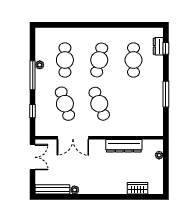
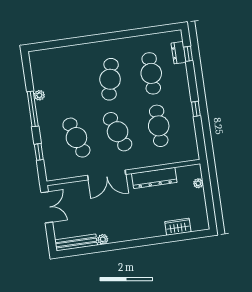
cafe table: (65, 60) -> (159, 126), moved
window: (166, 94) -> (196, 109), width x0.46
double door: (73, 138) -> (107, 175), moved

